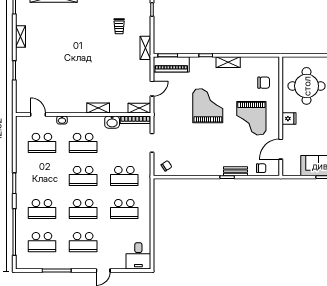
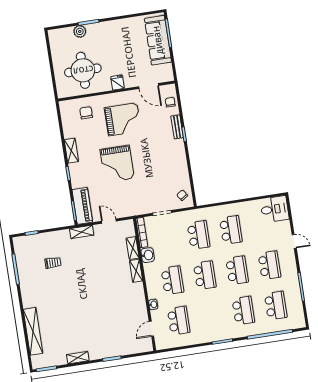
shelving: (145, 48) -> (82, 232), moved
grand piano: (208, 106) -> (117, 164), turned -90
shelving: (139, 108) -> (133, 248), moved

